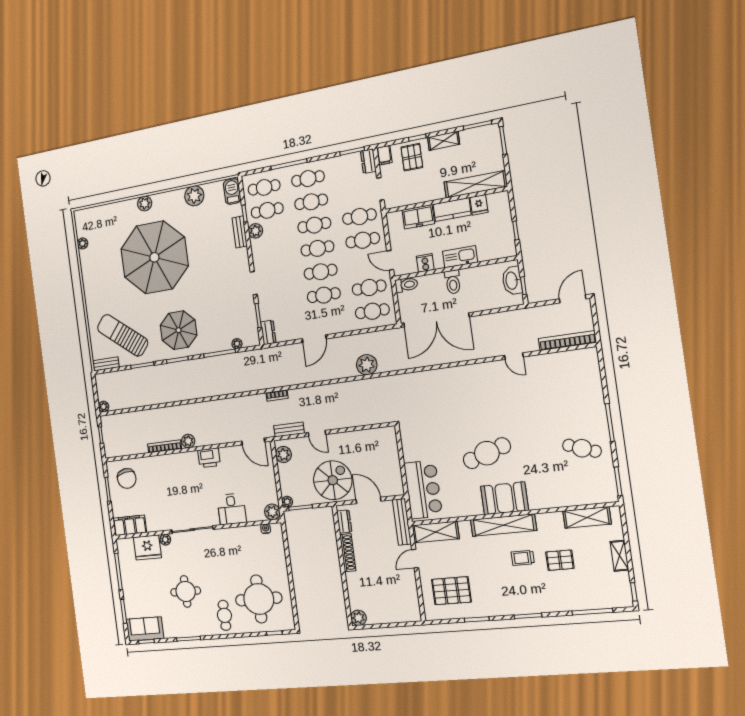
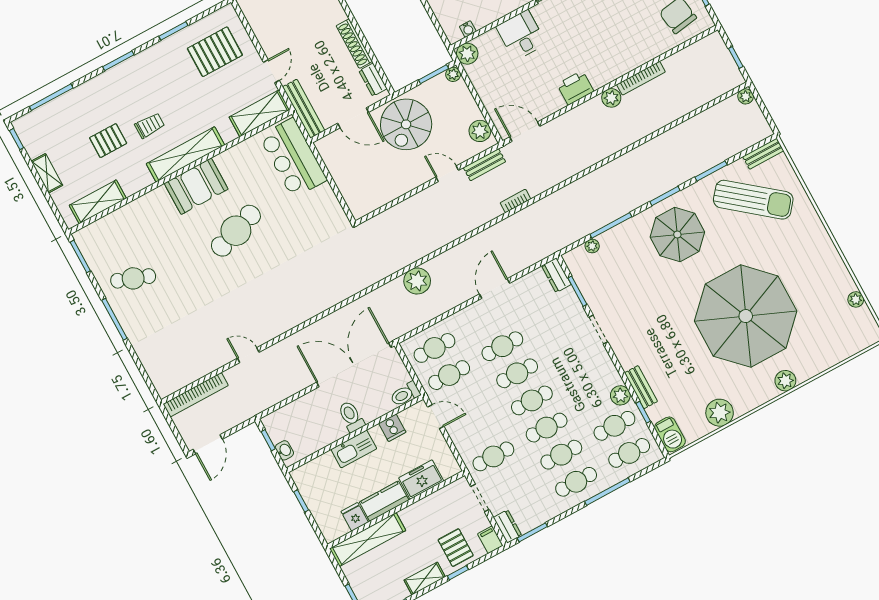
cafe table: (363, 240) -> (479, 429), removed
washbasin: (512, 281) -> (284, 450), width x0.52, depth x0.69

